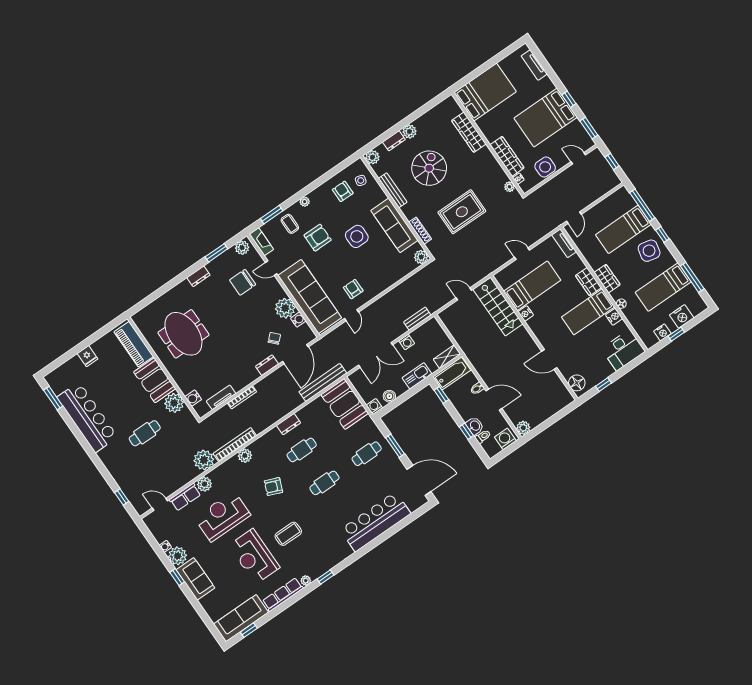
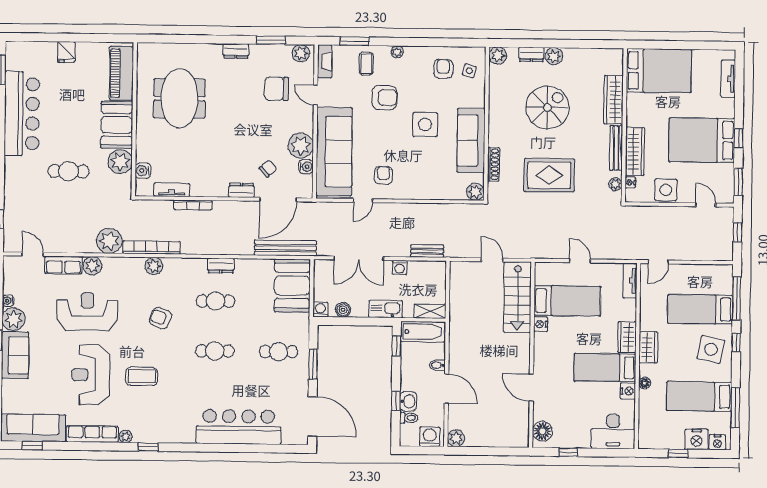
bench: (393, 190) -> (616, 148), moved
nightstand: (662, 332) -> (717, 442), moved

